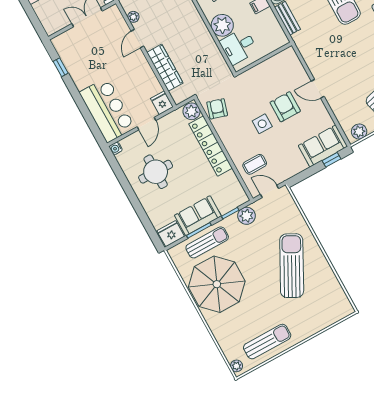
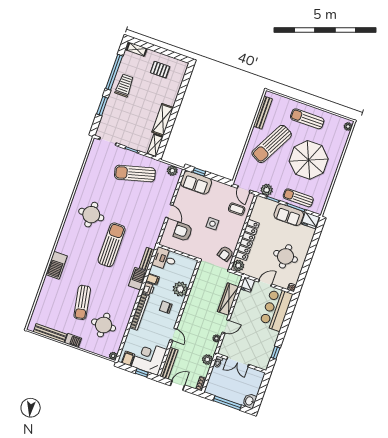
desk: (239, 46) -> (165, 259), moved, turned 180
armchair: (285, 107) -> (183, 232), moved, turned 90
parasol: (217, 284) -> (309, 160), moved
bench: (334, 287) -> (263, 113), added
sun lounger: (267, 342) -> (307, 119), moved

